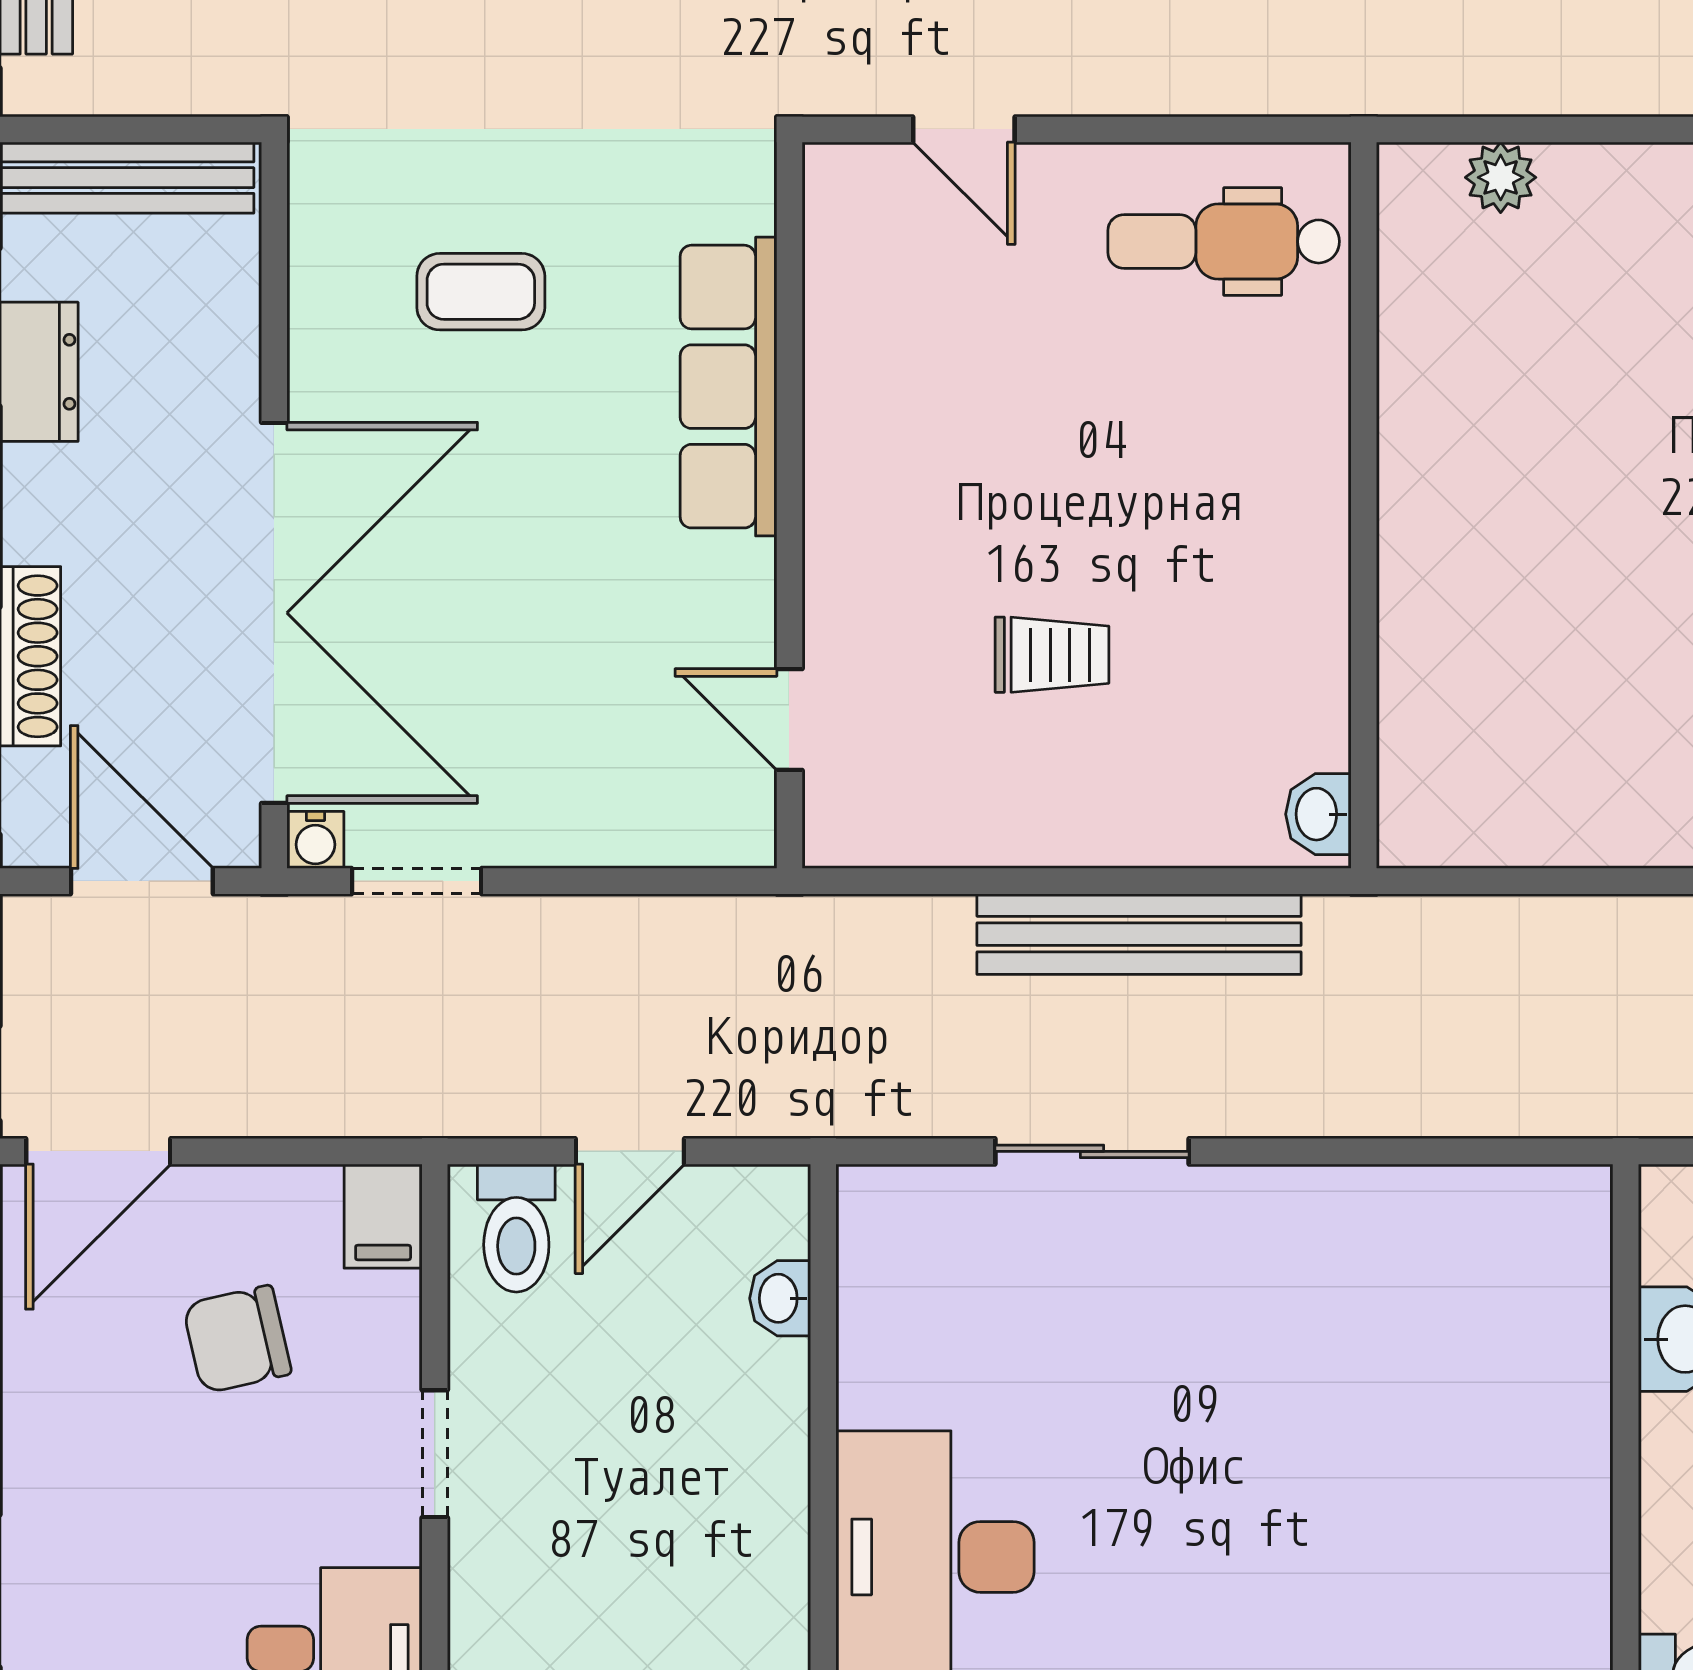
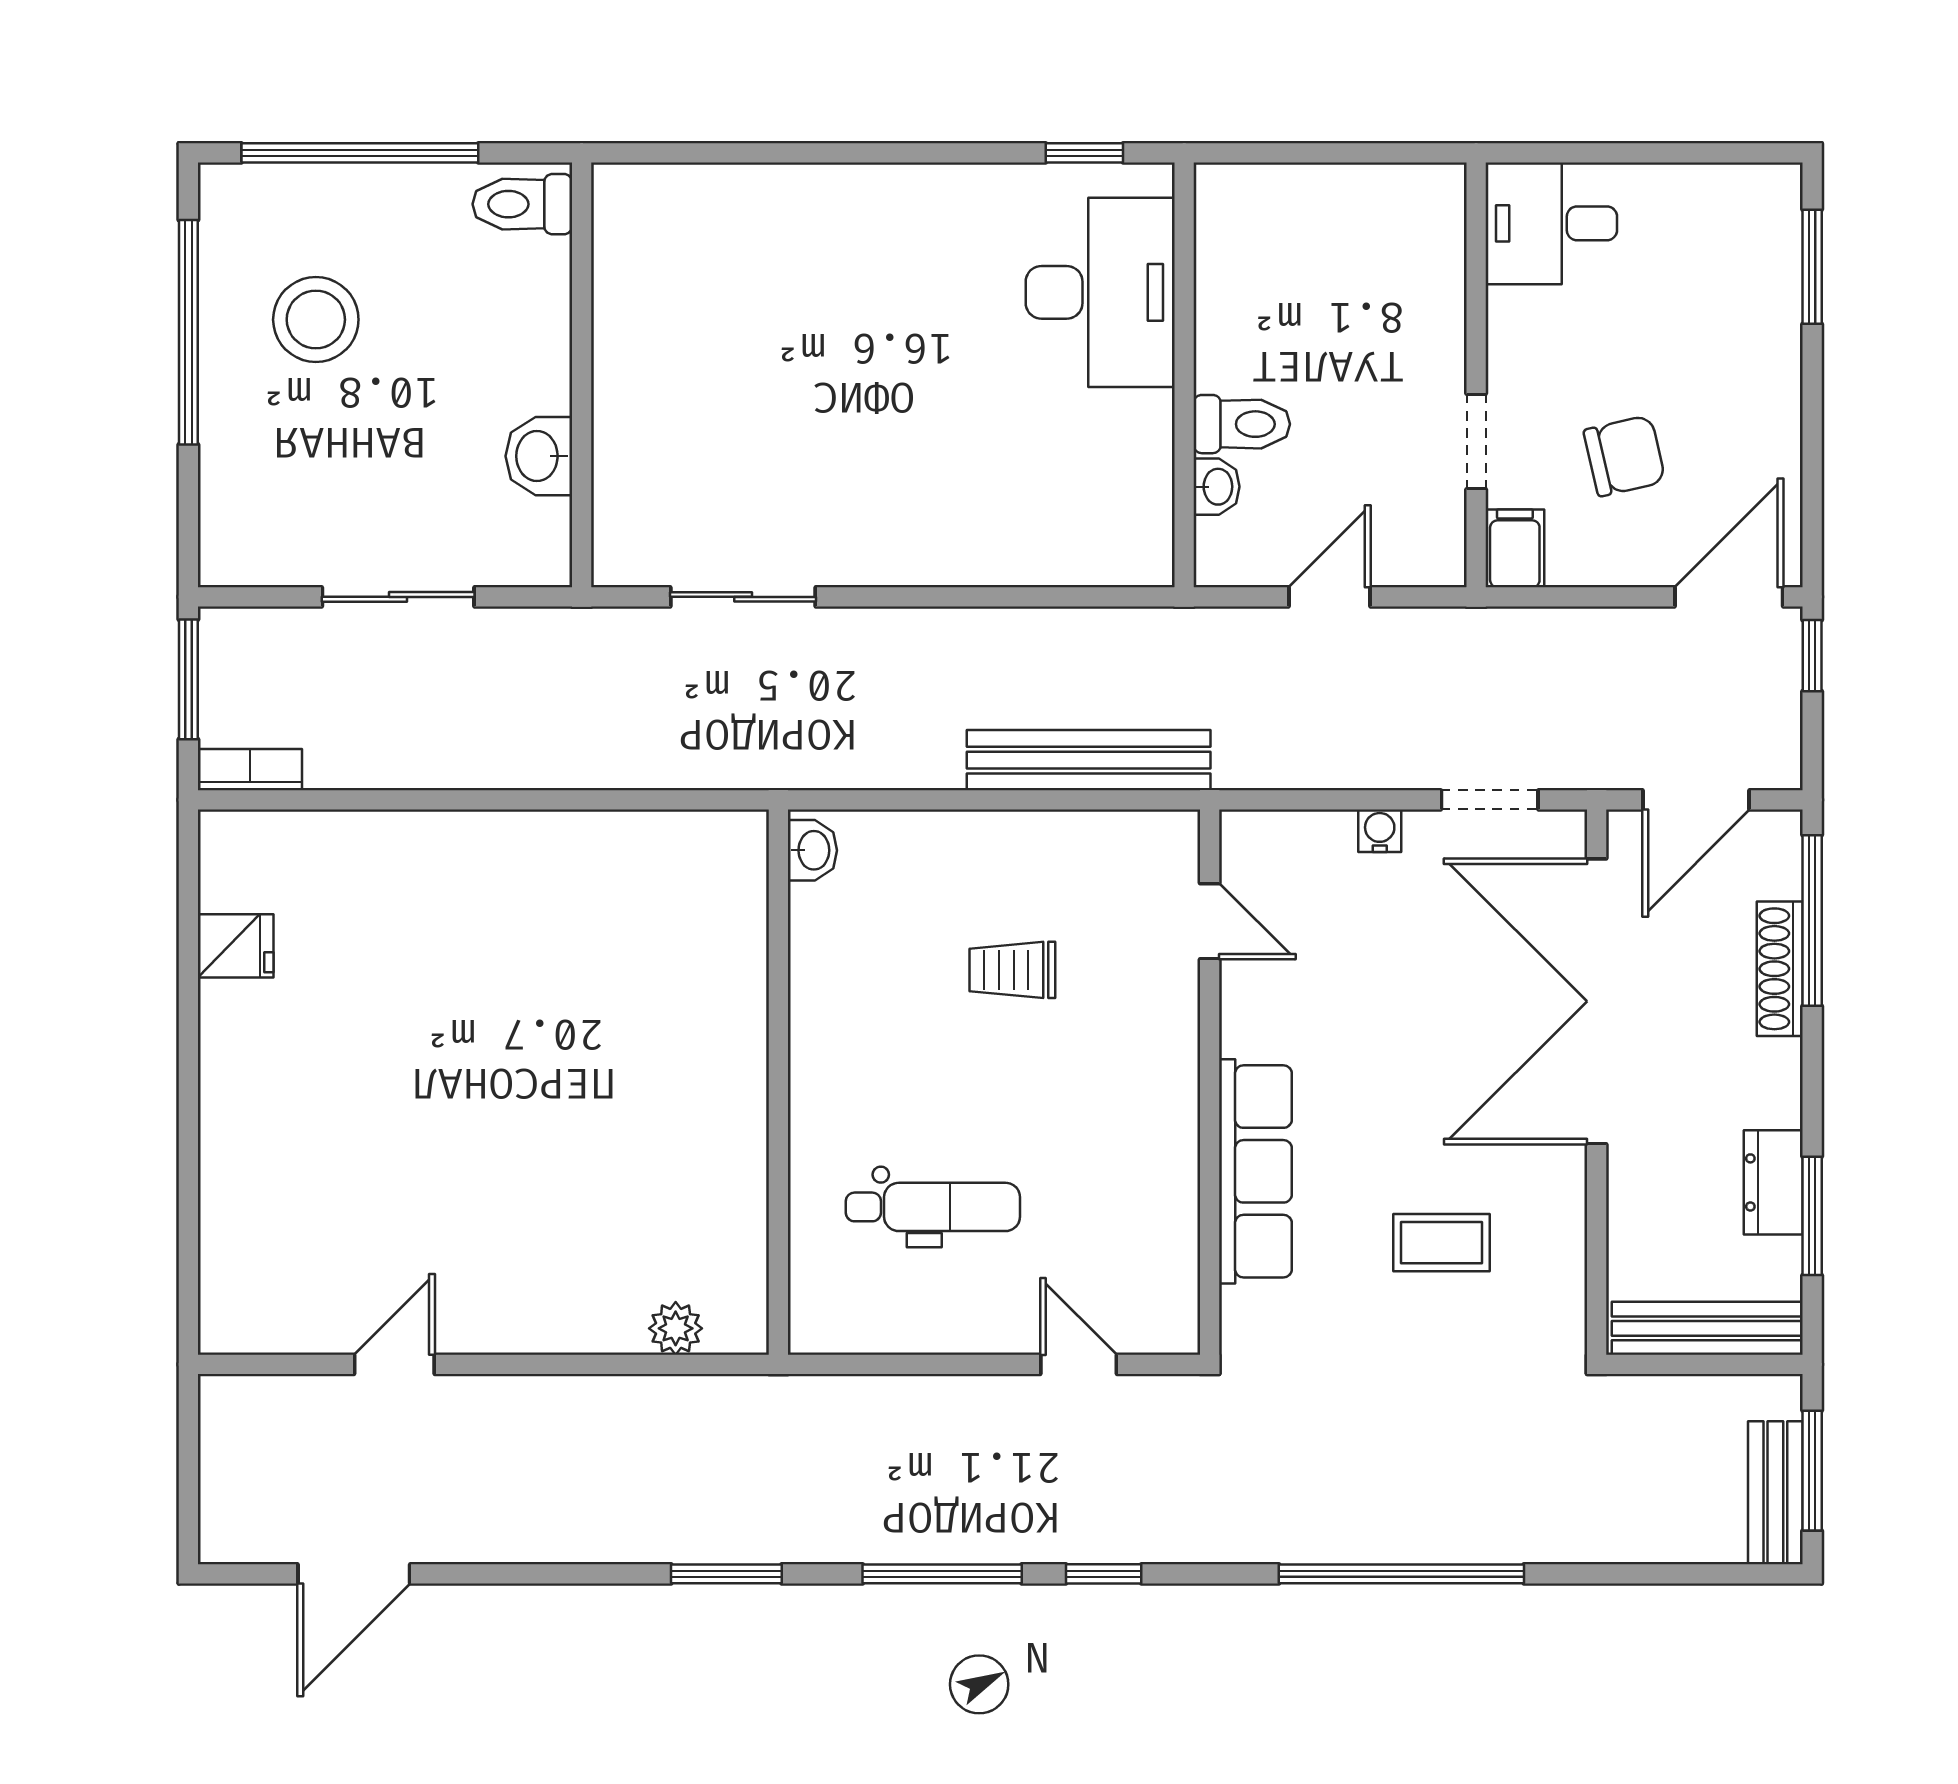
dental chair: (1224, 241) -> (933, 1207), moved
water cooler: (315, 840) -> (1380, 831), moved
door: (142, 881) -> (1696, 800), hinge flipped
bench: (1139, 934) -> (1089, 760), moved
sliding door: (1092, 1151) -> (743, 597), moved
toilet: (516, 1228) -> (1242, 424), moved, turned 90
doorway: (435, 1454) -> (1476, 442), moved

